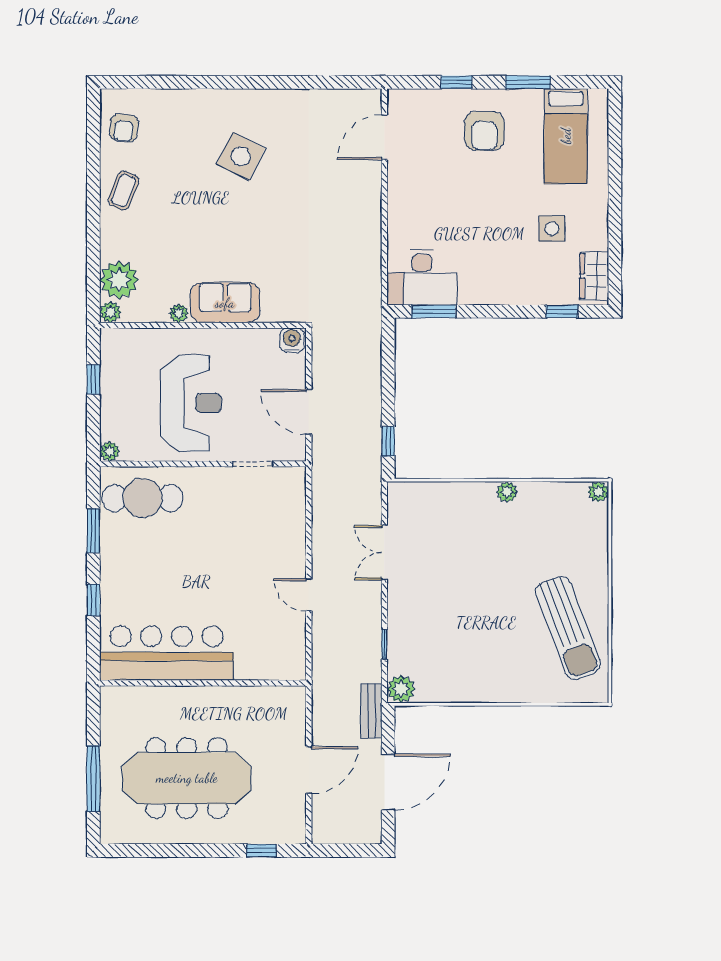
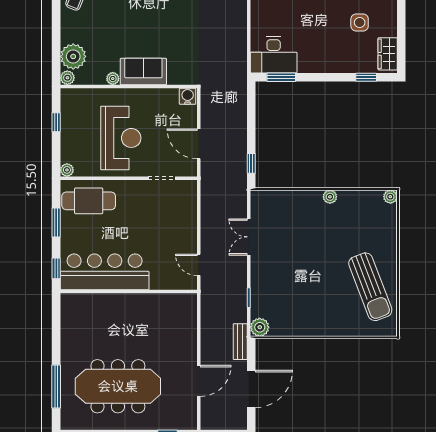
bar counter: (167, 653) -> (105, 272), moved
wall: (203, 683) -> (129, 292), moved

